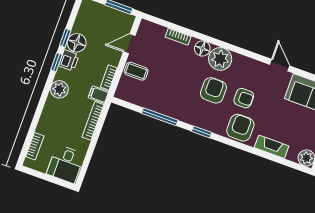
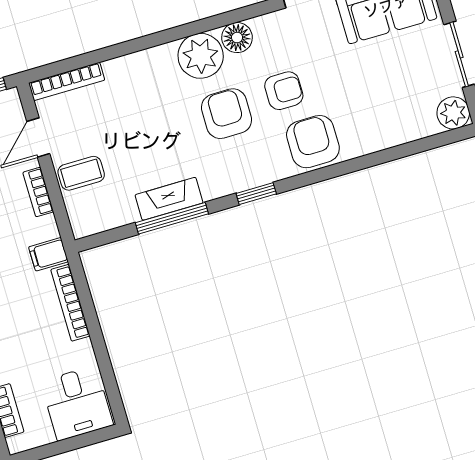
bookcase: (178, 37) -> (67, 81), moved, width x1.56
floor lamp: (202, 48) -> (237, 38), moved
bookcase: (109, 77) -> (38, 192), moved
fireplace: (272, 147) -> (169, 199), moved

